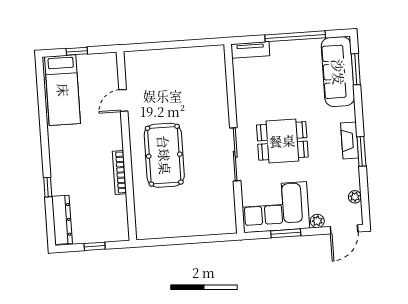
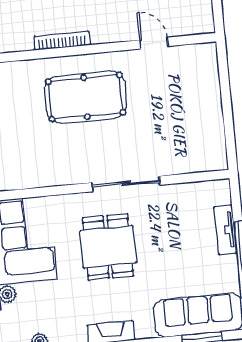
tv unit: (250, 50) -> (225, 230), moved
sliding door: (235, 154) -> (126, 184), moved

